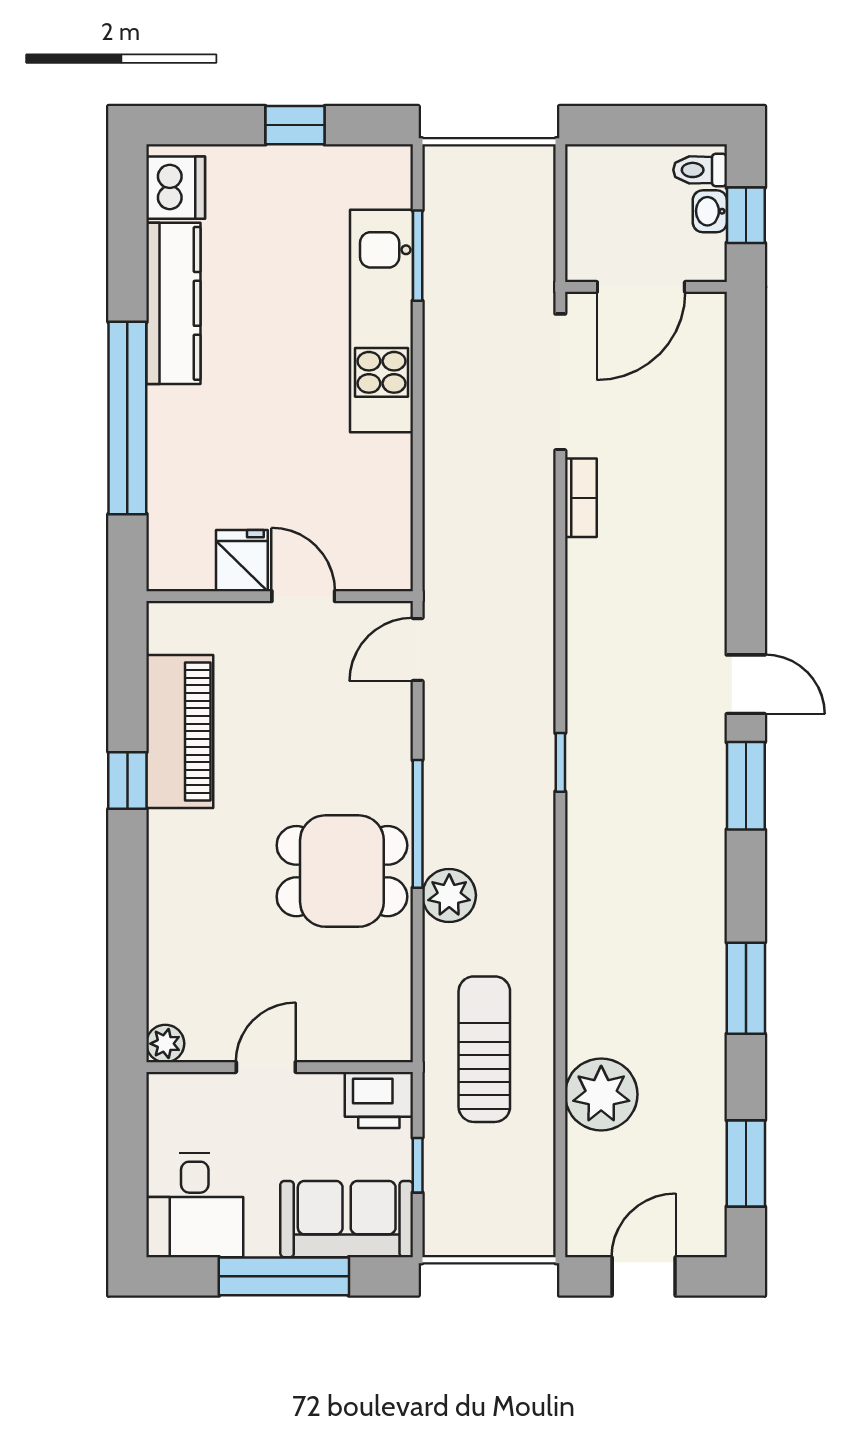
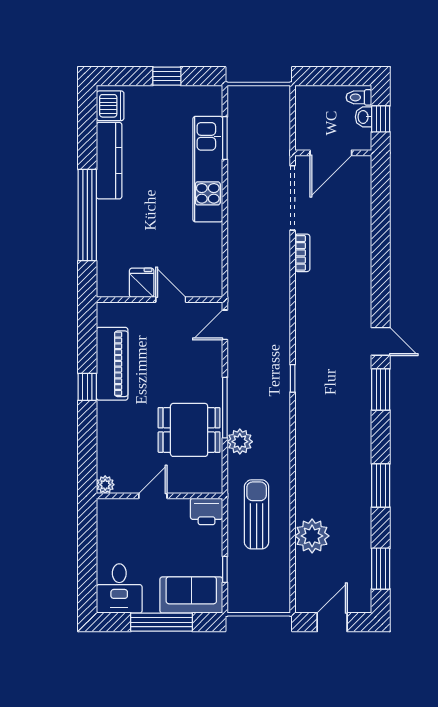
plant: (165, 1044) -> (105, 485), moved
door: (266, 1067) -> (153, 496), moved
wall: (280, 1067) -> (159, 496), moved
printer: (379, 1100) -> (207, 511), moved

